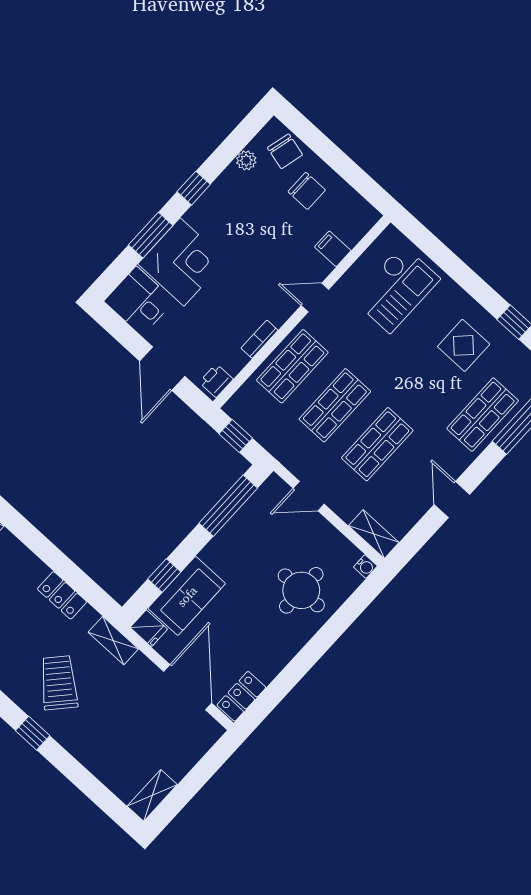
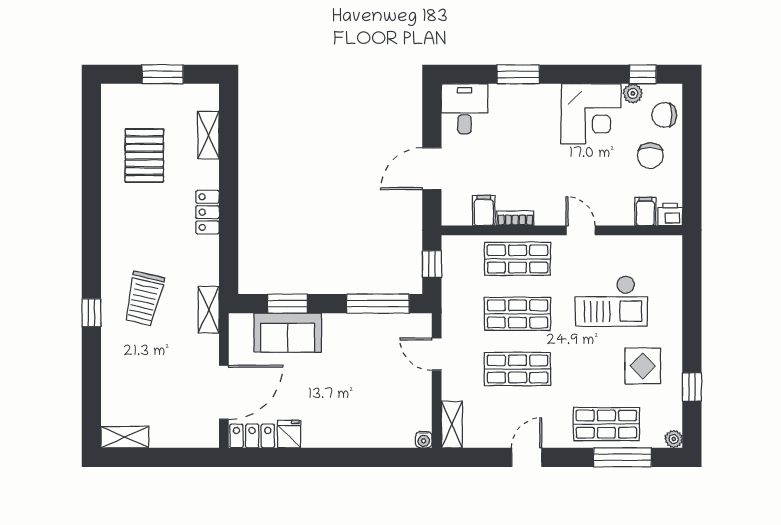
chair: (285, 151) -> (664, 115), turned 76
window: (194, 188) -> (643, 74), moved
filing cabinet: (333, 249) -> (645, 211), moved
corner desk: (182, 262) -> (591, 114), moved
checkout: (396, 289) -> (611, 301), moved
filing cabinet: (231, 358) -> (484, 211), added
printer: (216, 381) -> (670, 214), moved
window: (164, 575) -> (287, 304), width x1.50
round table: (301, 590) -> (365, 410), removed
locker: (62, 595) -> (207, 212), moved
fridge: (149, 628) -> (289, 434), moved, turned 180
trolley: (59, 683) -> (144, 299), turned 151

